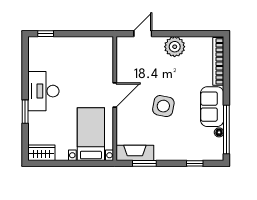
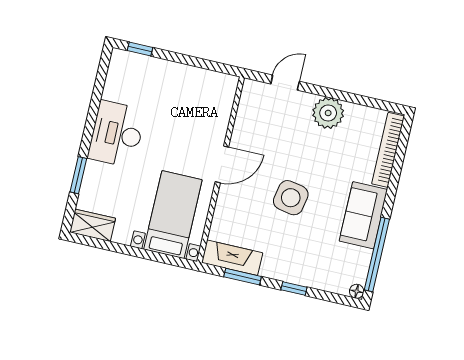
window: (25, 112) -> (78, 175), moved
floor lamp: (219, 132) -> (357, 291), moved
window: (195, 163) -> (294, 288), moved

